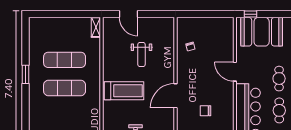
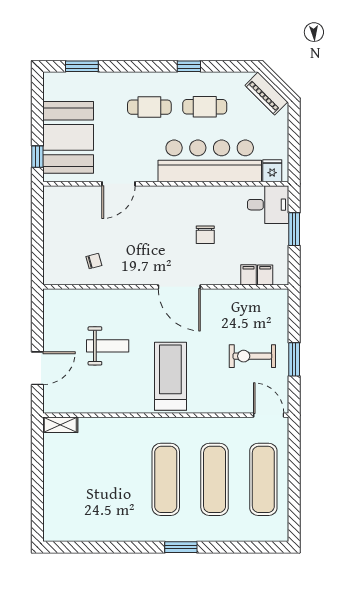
exercise mat: (65, 60) -> (215, 479), moved
door: (235, 72) -> (118, 184), moved
window: (25, 74) -> (181, 547), moved

